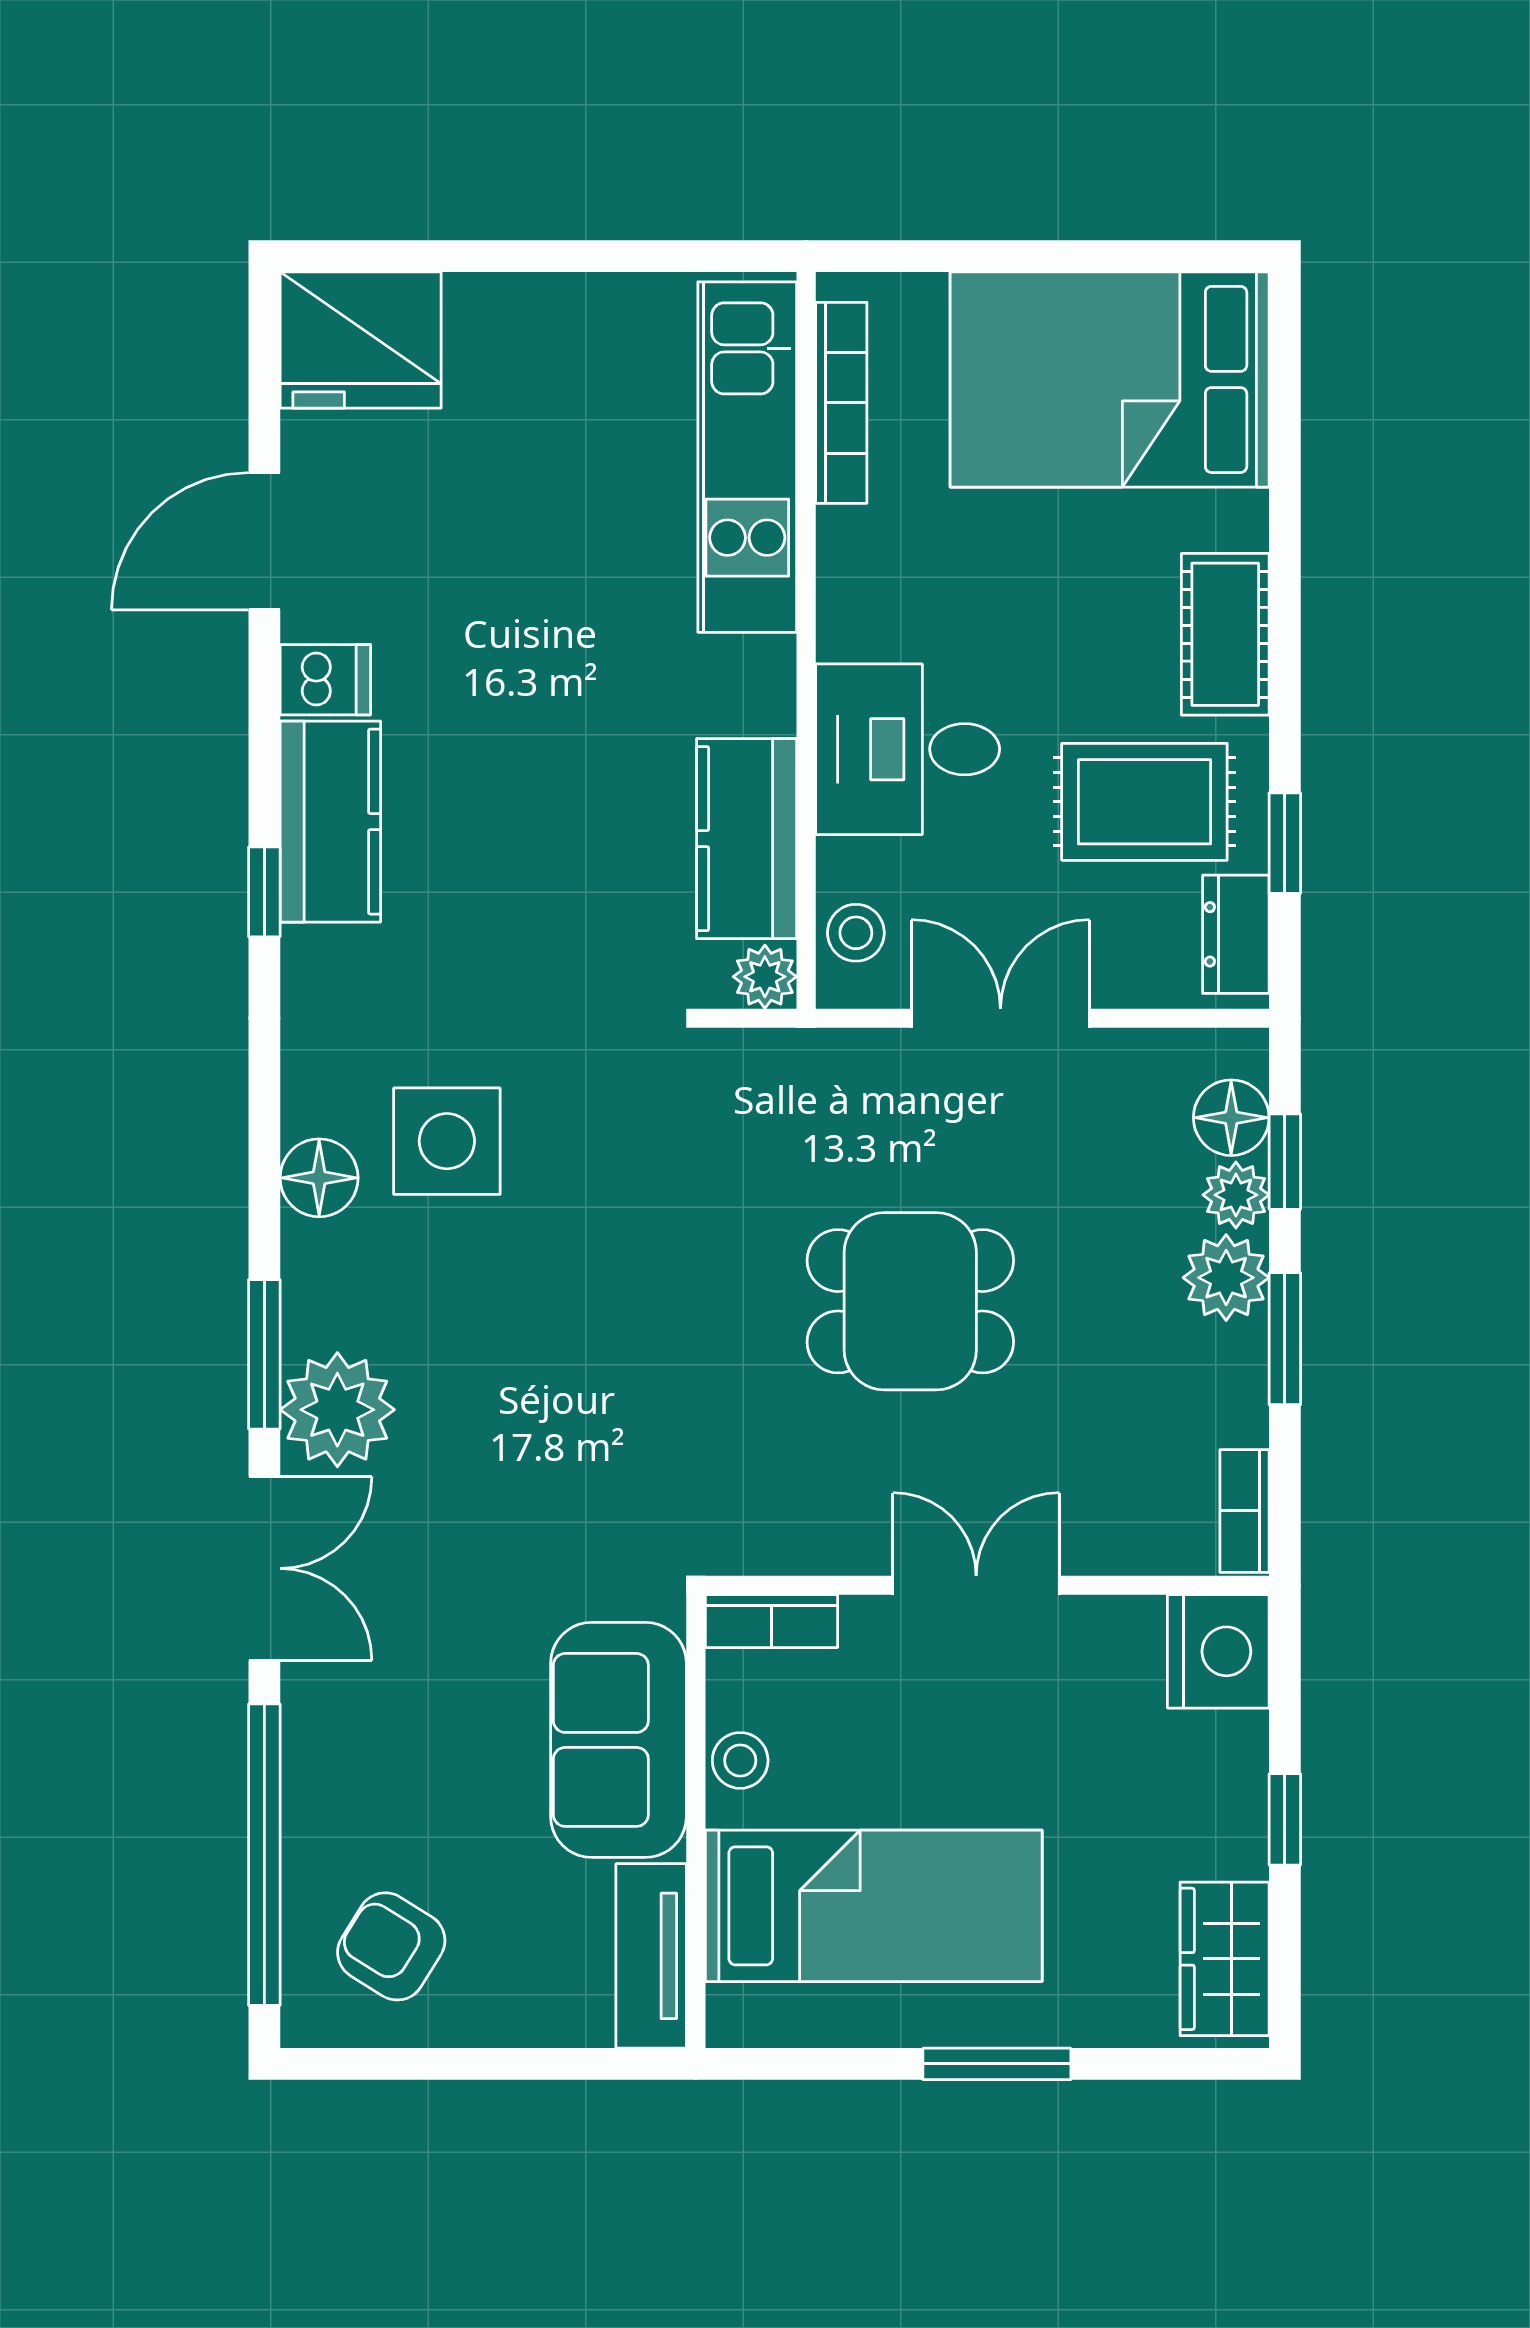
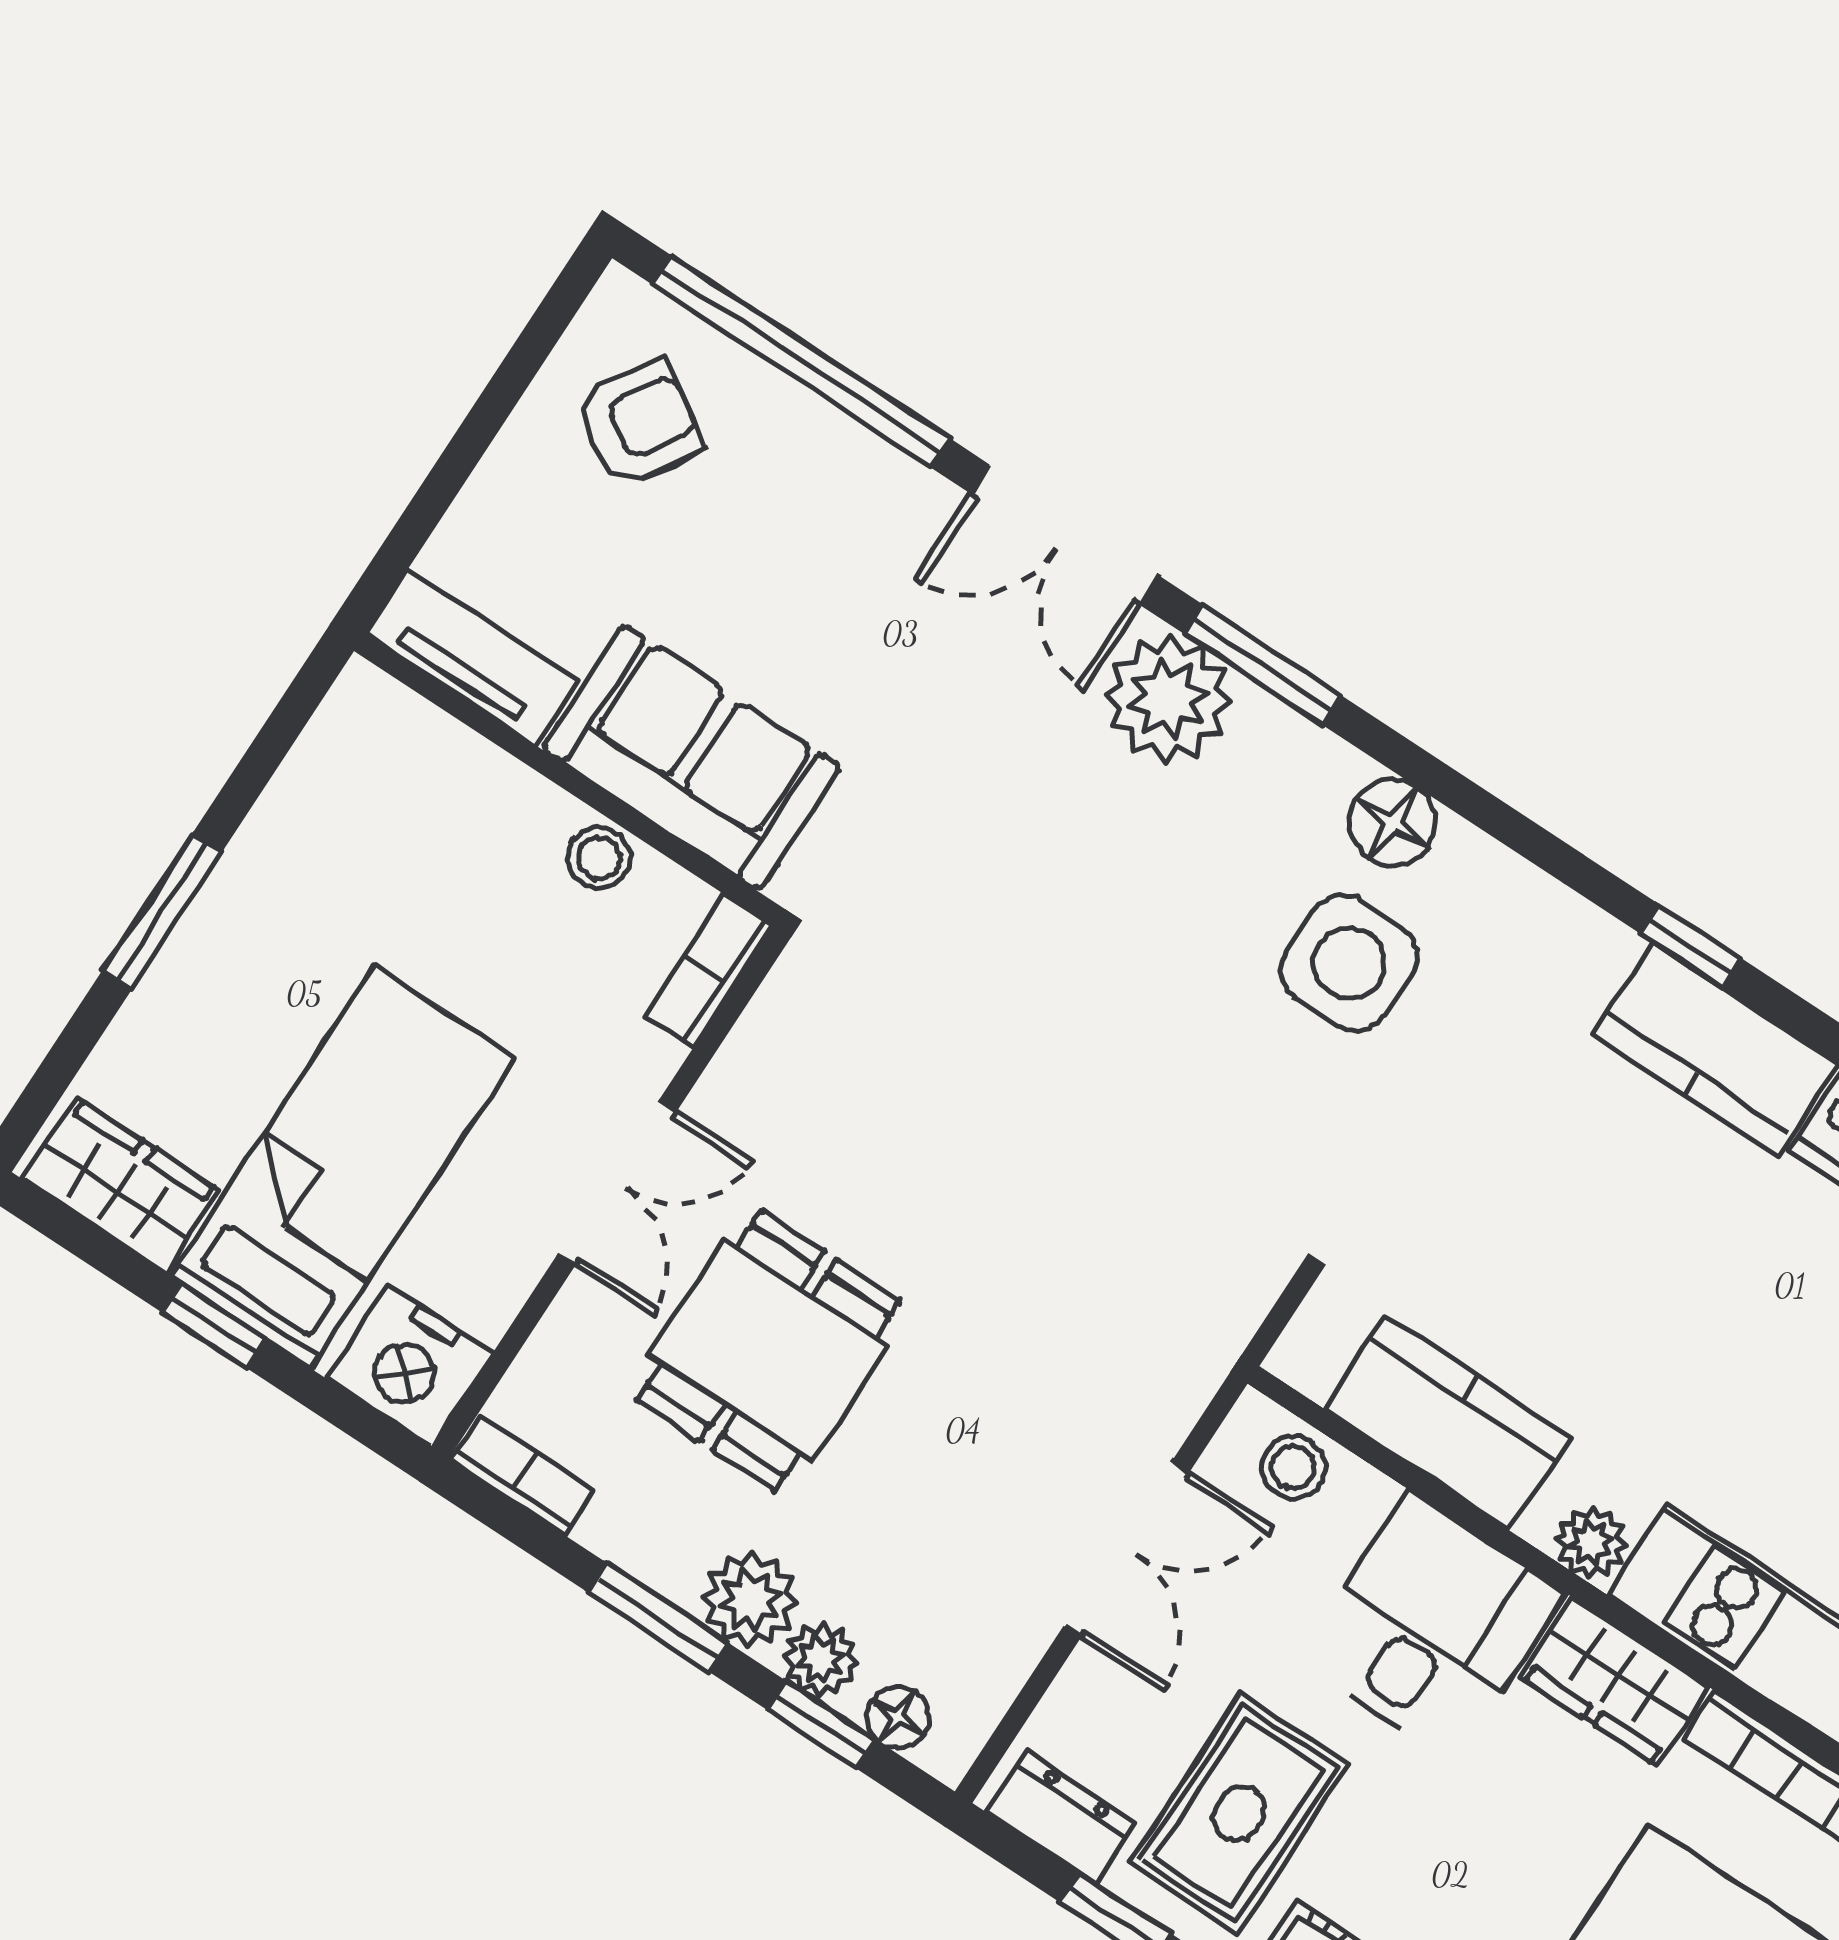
wardrobe: (858, 584) -> (1614, 1682), added
plant: (765, 977) -> (1591, 1542), moved
floor lamp: (1231, 1118) -> (898, 1718), width x0.73, depth x0.73
dining table: (910, 1301) -> (768, 1350), moved
bed: (874, 1906) -> (343, 1167), moved, turned 180

